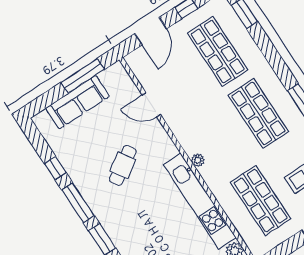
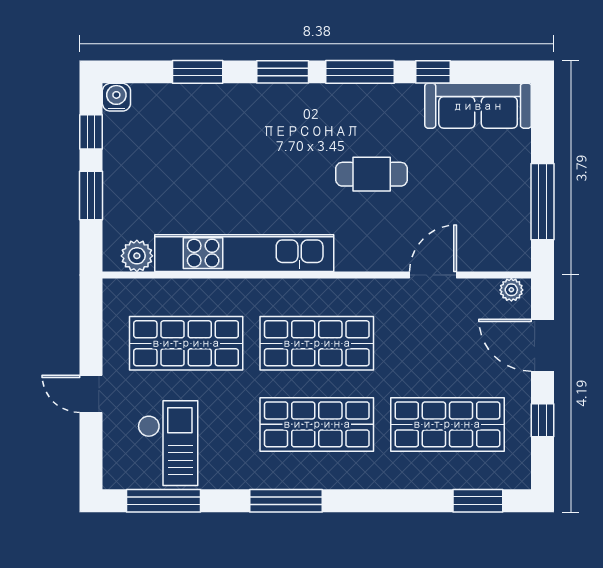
sofa: (78, 102) -> (478, 106), moved, turned -90
shop shelf: (220, 139) -> (317, 343), added
plant: (198, 160) -> (511, 290), moved
cafe table: (123, 165) -> (372, 174), turned -57

